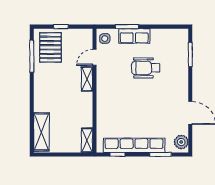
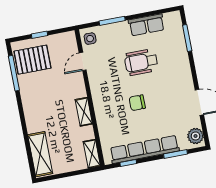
row of seats: (134, 36) -> (146, 25), moved
pallet: (50, 47) -> (32, 60), turned 90
shelving: (87, 79) -> (84, 112), moved
chair: (135, 103) -> (137, 103), added

